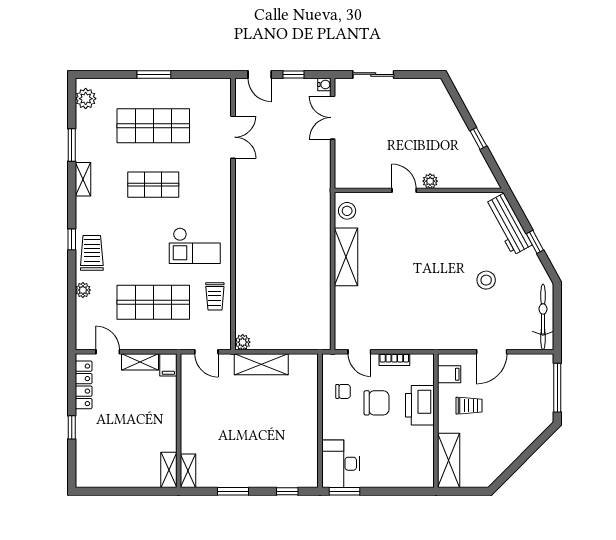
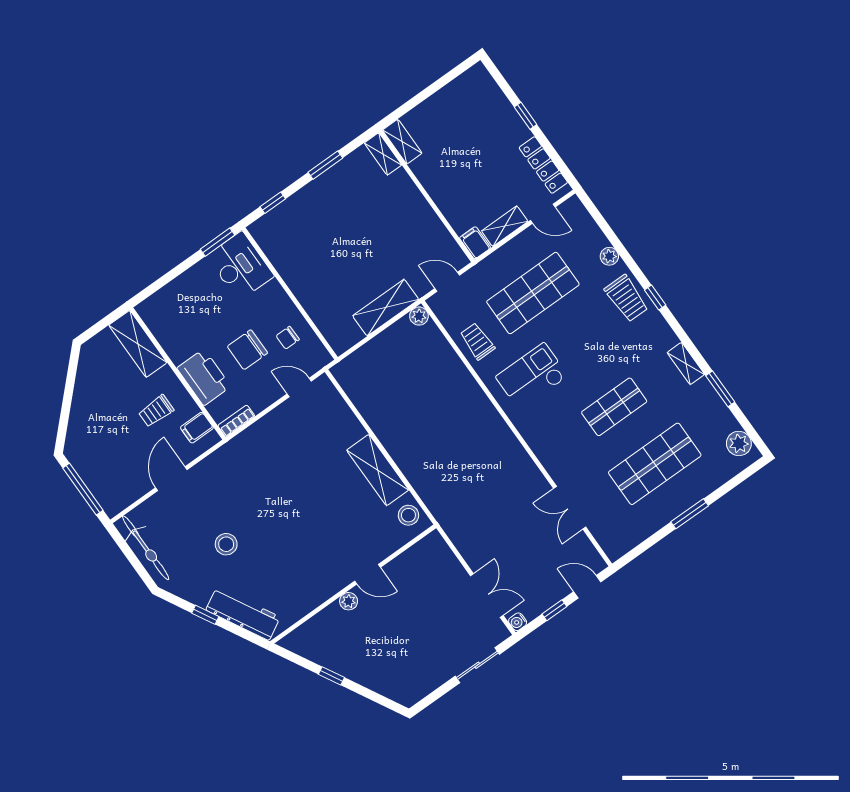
bookcase: (394, 360) -> (236, 421), moved

